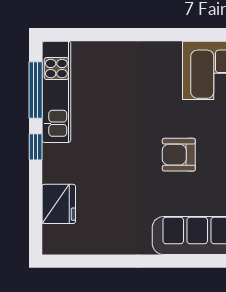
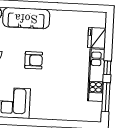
kitchen unit: (56, 92) -> (96, 75), moved

